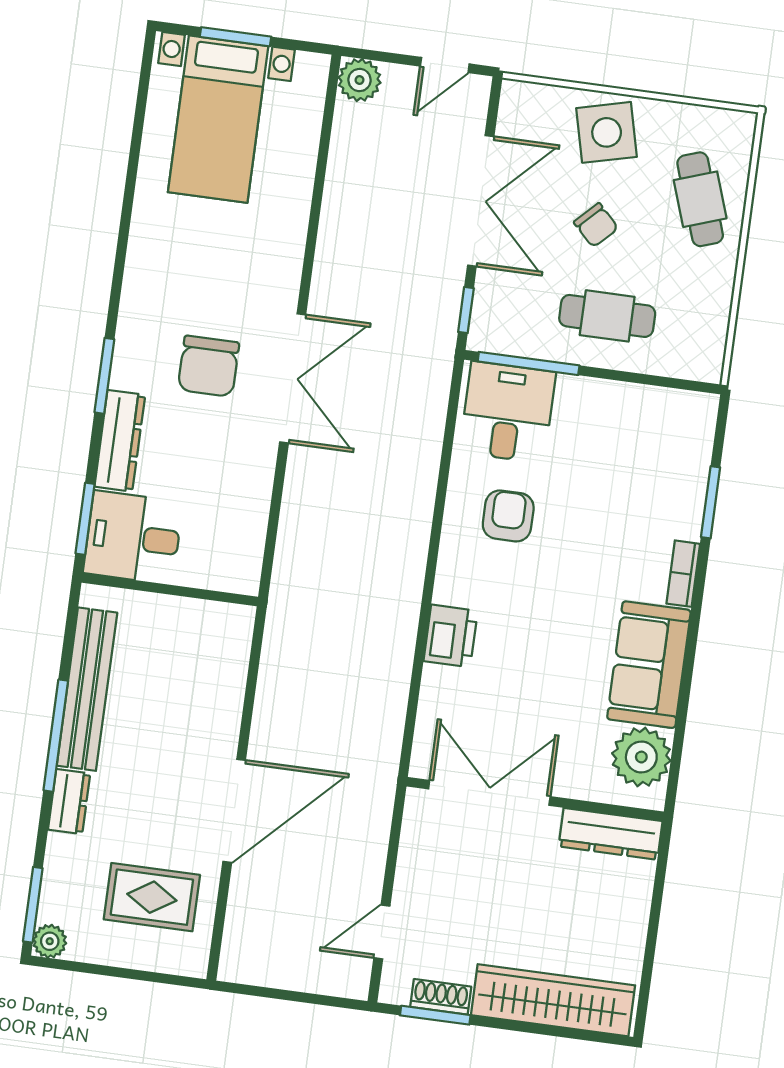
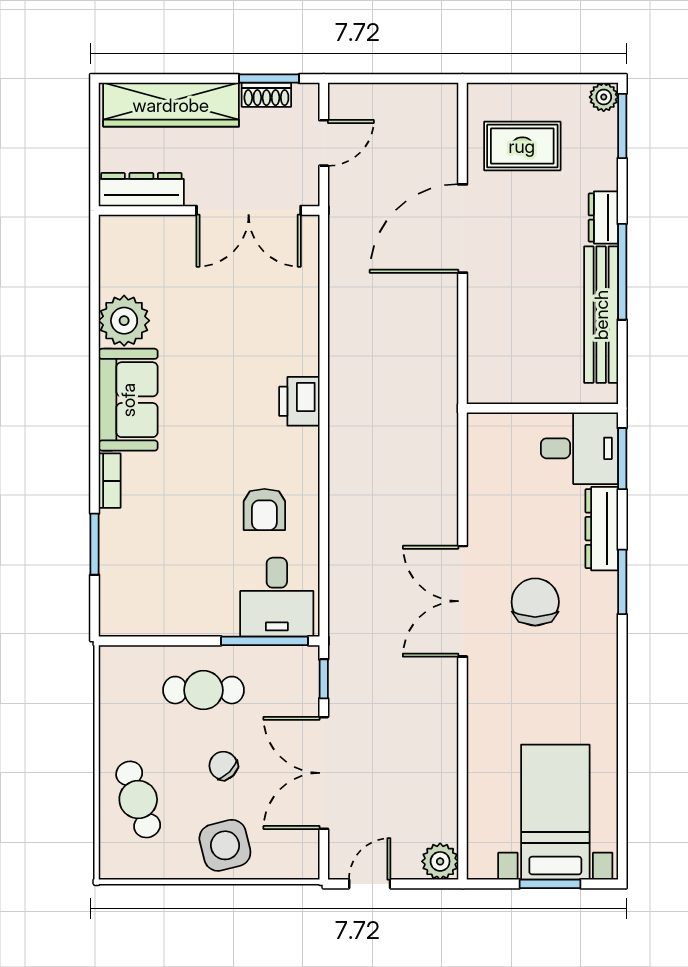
double door: (489, 793) -> (249, 210), moved
wall: (535, 799) -> (209, 210), moved
dresser: (611, 834) -> (141, 190), moved

